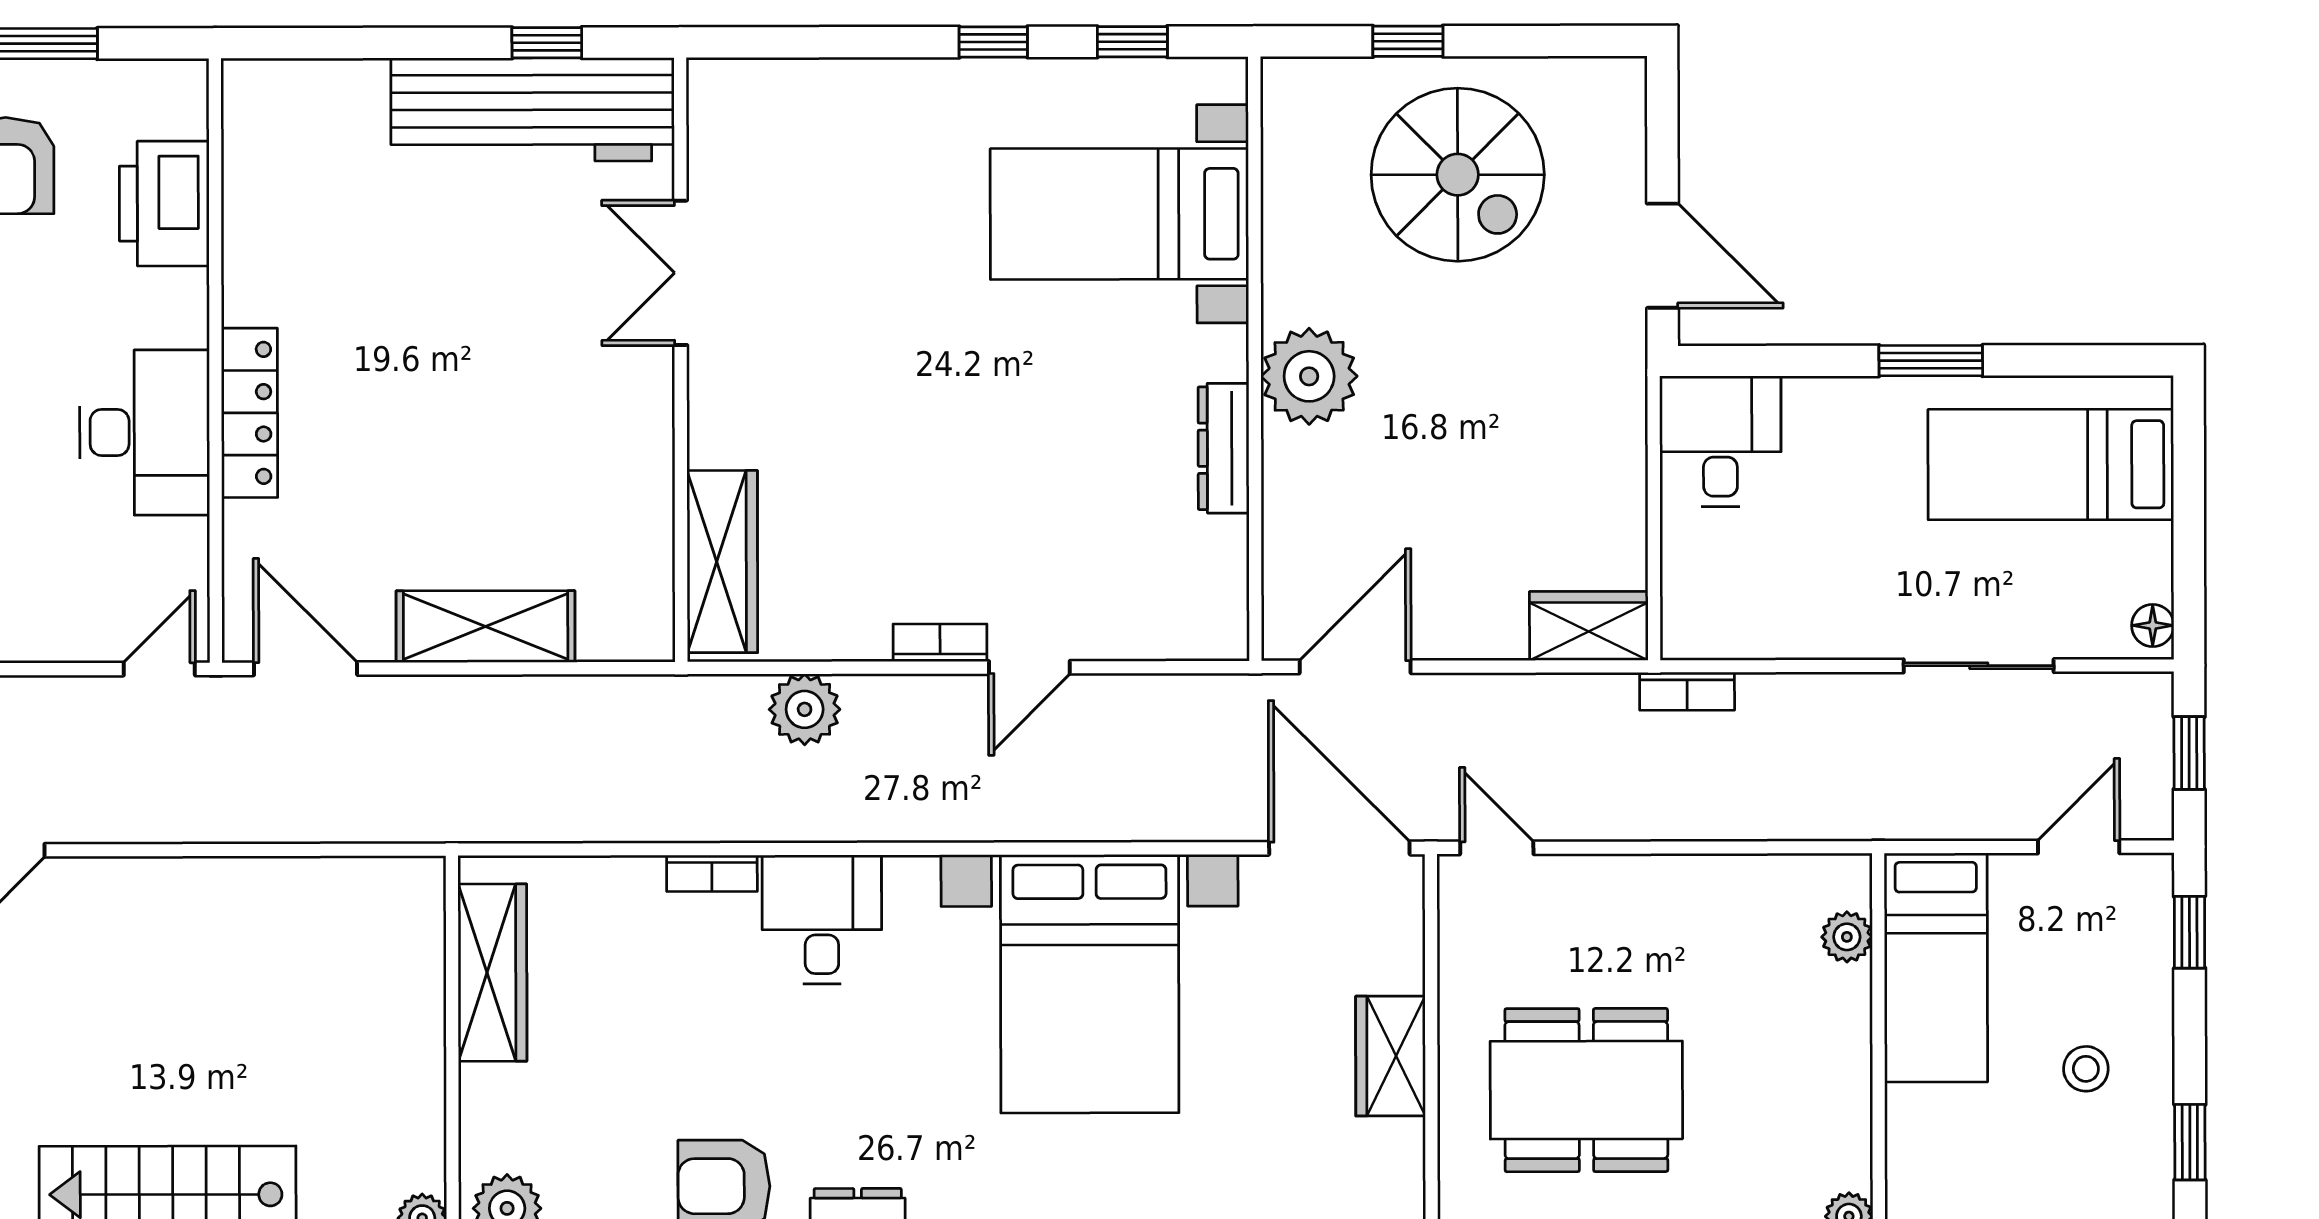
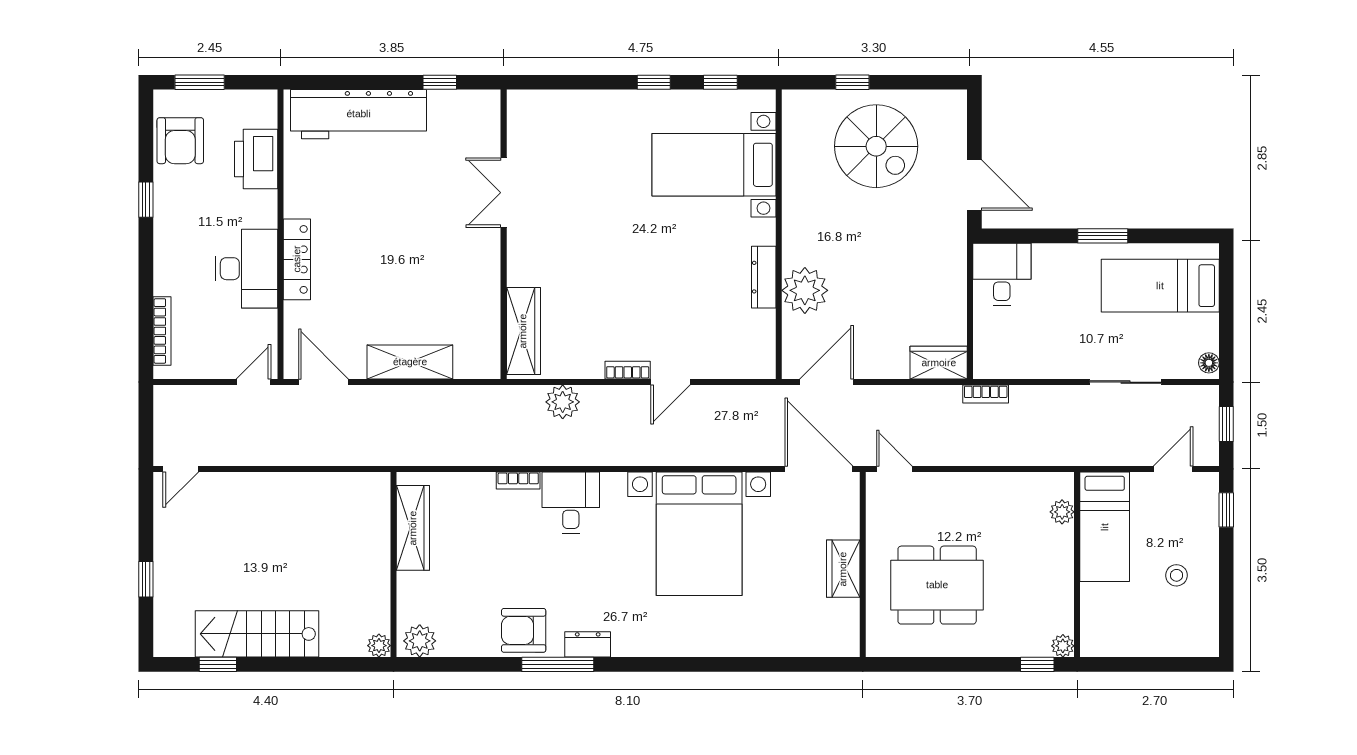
workbench: (533, 110) -> (359, 114), moved
plant: (1309, 376) -> (805, 290), moved
window: (2190, 1142) -> (1226, 611), removed

